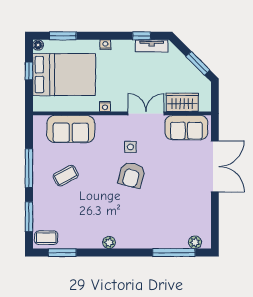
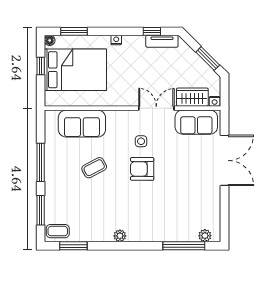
nightstand: (105, 106) -> (215, 101), moved
armchair: (132, 175) -> (142, 169), turned 75
coffee table: (66, 176) -> (94, 168), moved

